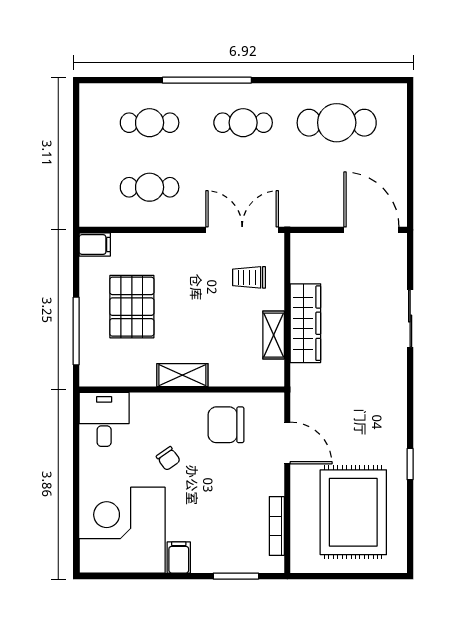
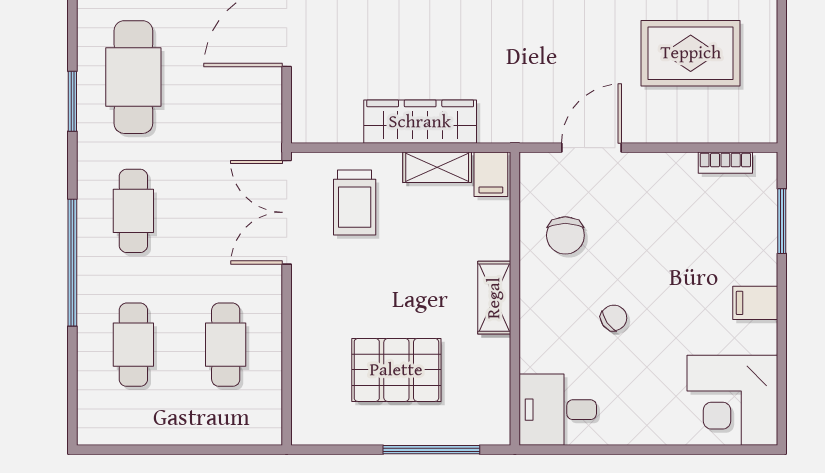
window: (320, 80) -> (72, 101), added
filing cabinet: (95, 245) -> (491, 174), moved, turned 180
trolley: (249, 277) -> (355, 203), width x1.36, depth x1.39
chair: (226, 425) -> (565, 235), width x0.73, depth x0.73
rug: (353, 512) -> (691, 53), width x0.73, depth x0.69
bookcase: (277, 526) -> (725, 163), width x0.64
corner desk: (122, 530) -> (732, 400), width x0.74, depth x0.74

